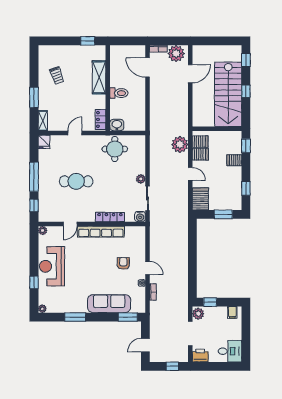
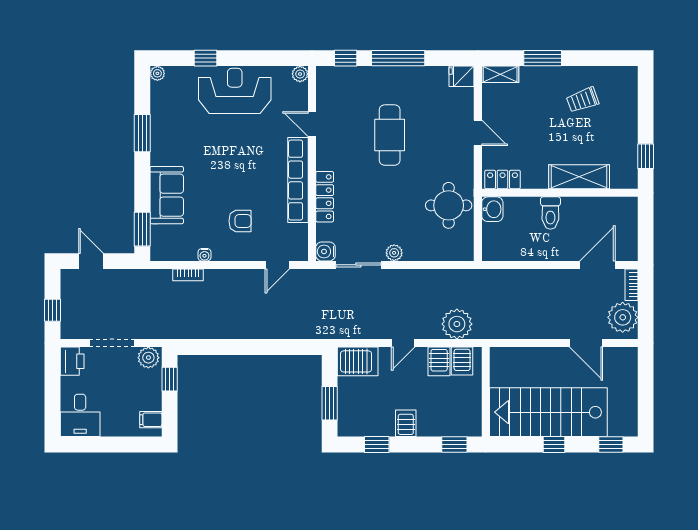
server rack: (234, 160) -> (406, 423), moved
door: (147, 268) -> (277, 265), moved
sofa: (109, 304) -> (167, 195), width x0.73

